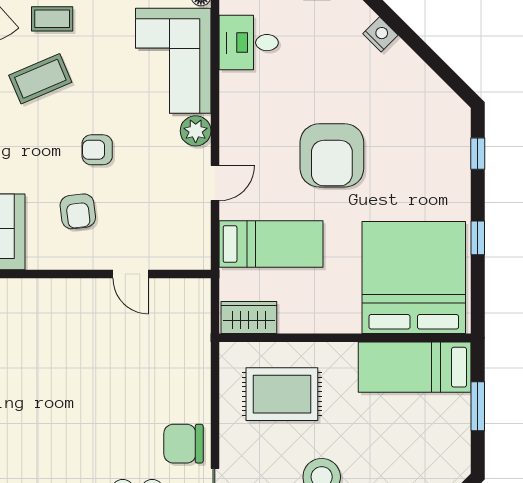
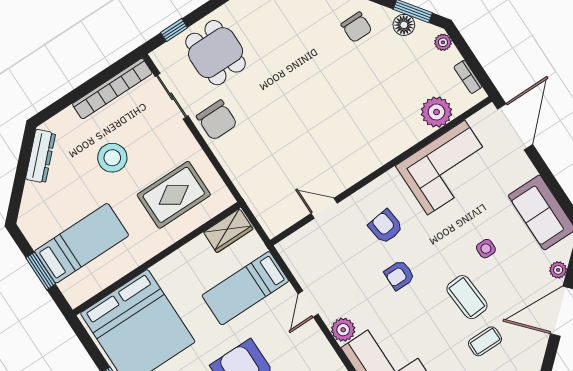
coffee table: (40, 79) -> (467, 297), turned -71
armchair: (97, 150) -> (399, 275), turned 180
bed: (415, 367) -> (82, 243), moved
chair: (183, 444) -> (217, 120), turned 90

